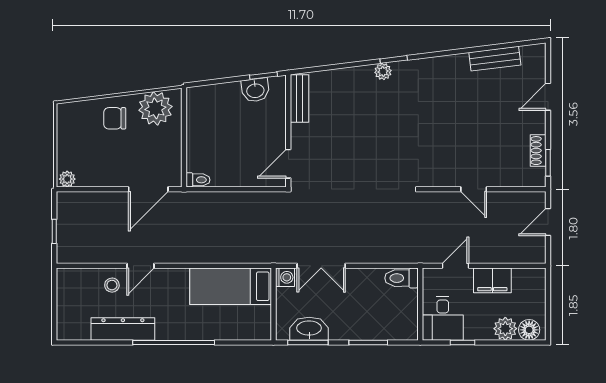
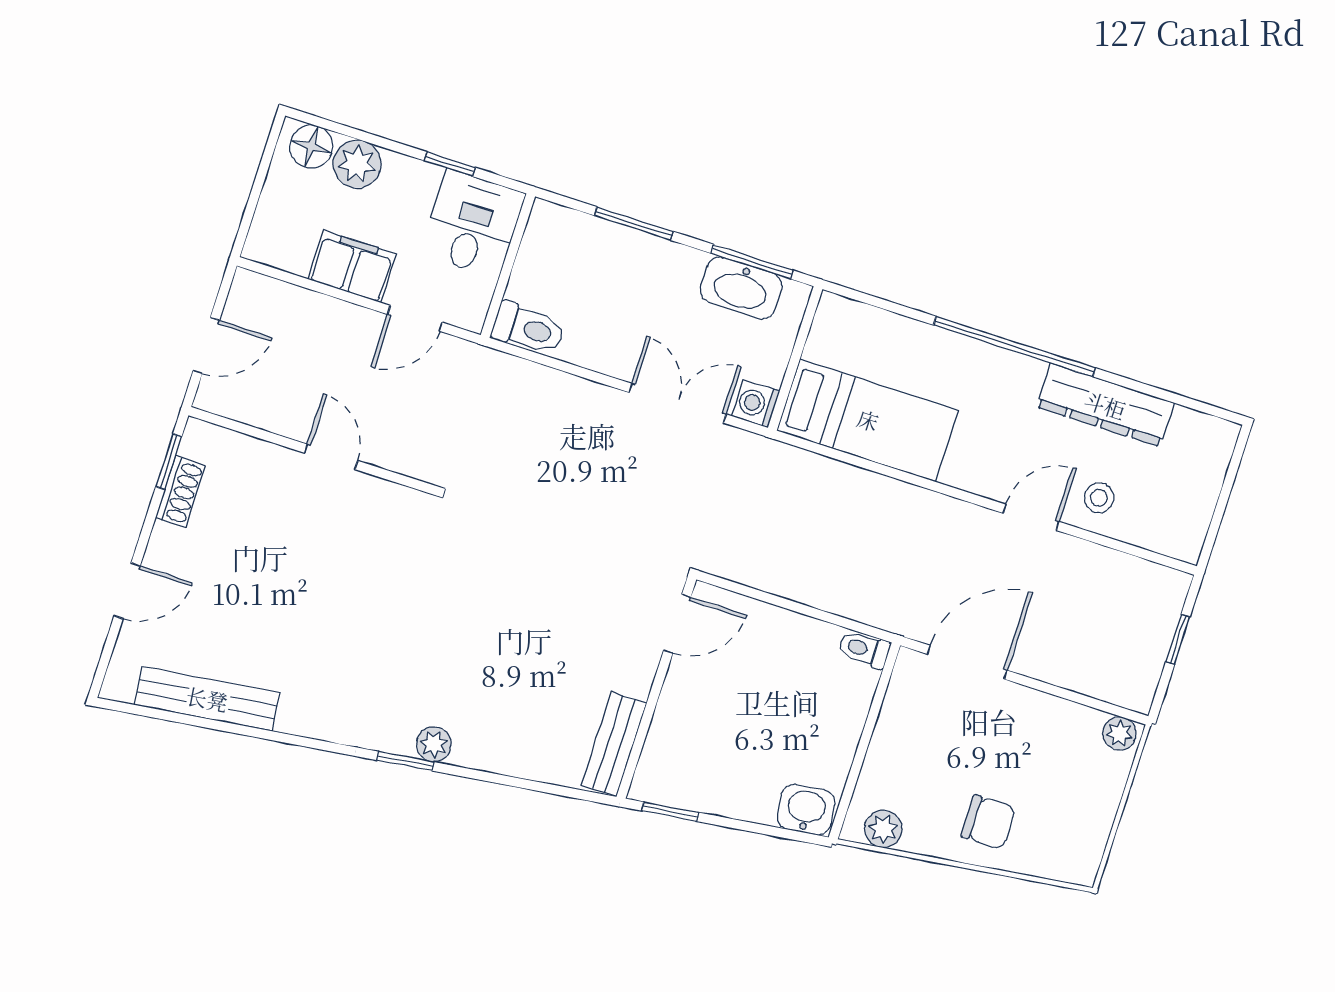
bench: (495, 59) -> (207, 699), width x1.36
washbasin: (255, 90) -> (806, 810), moved
plant: (155, 108) -> (883, 829), width x0.53, depth x0.53

